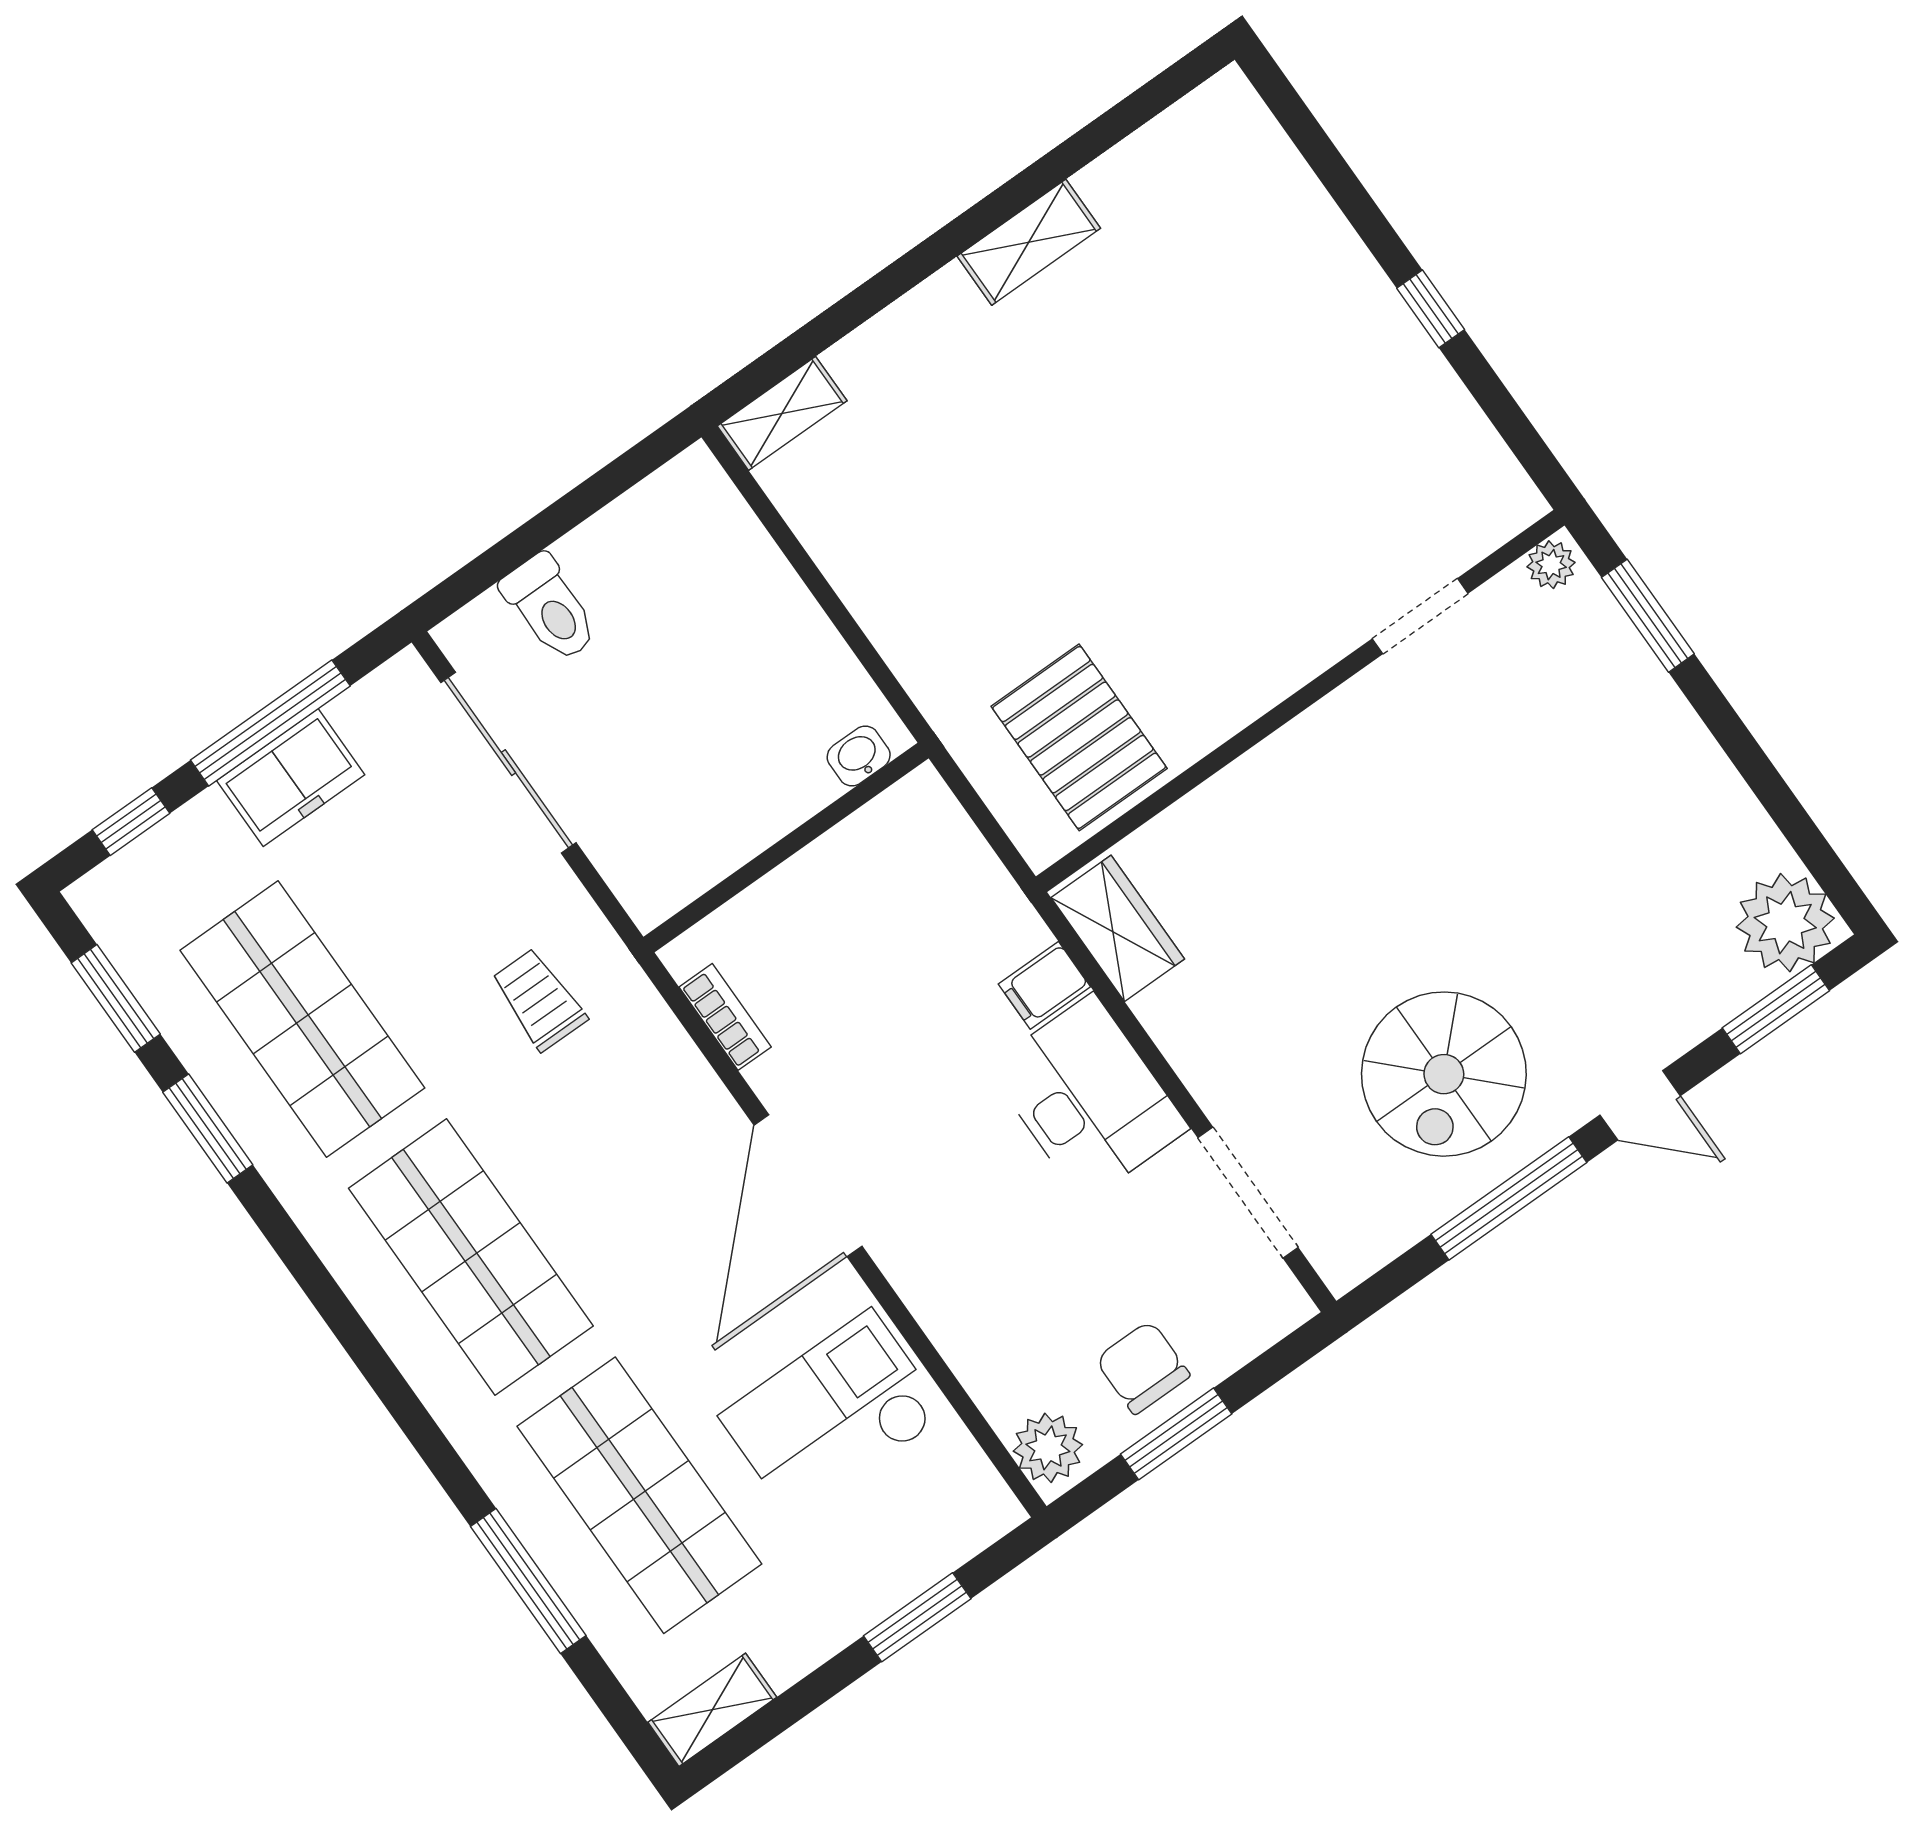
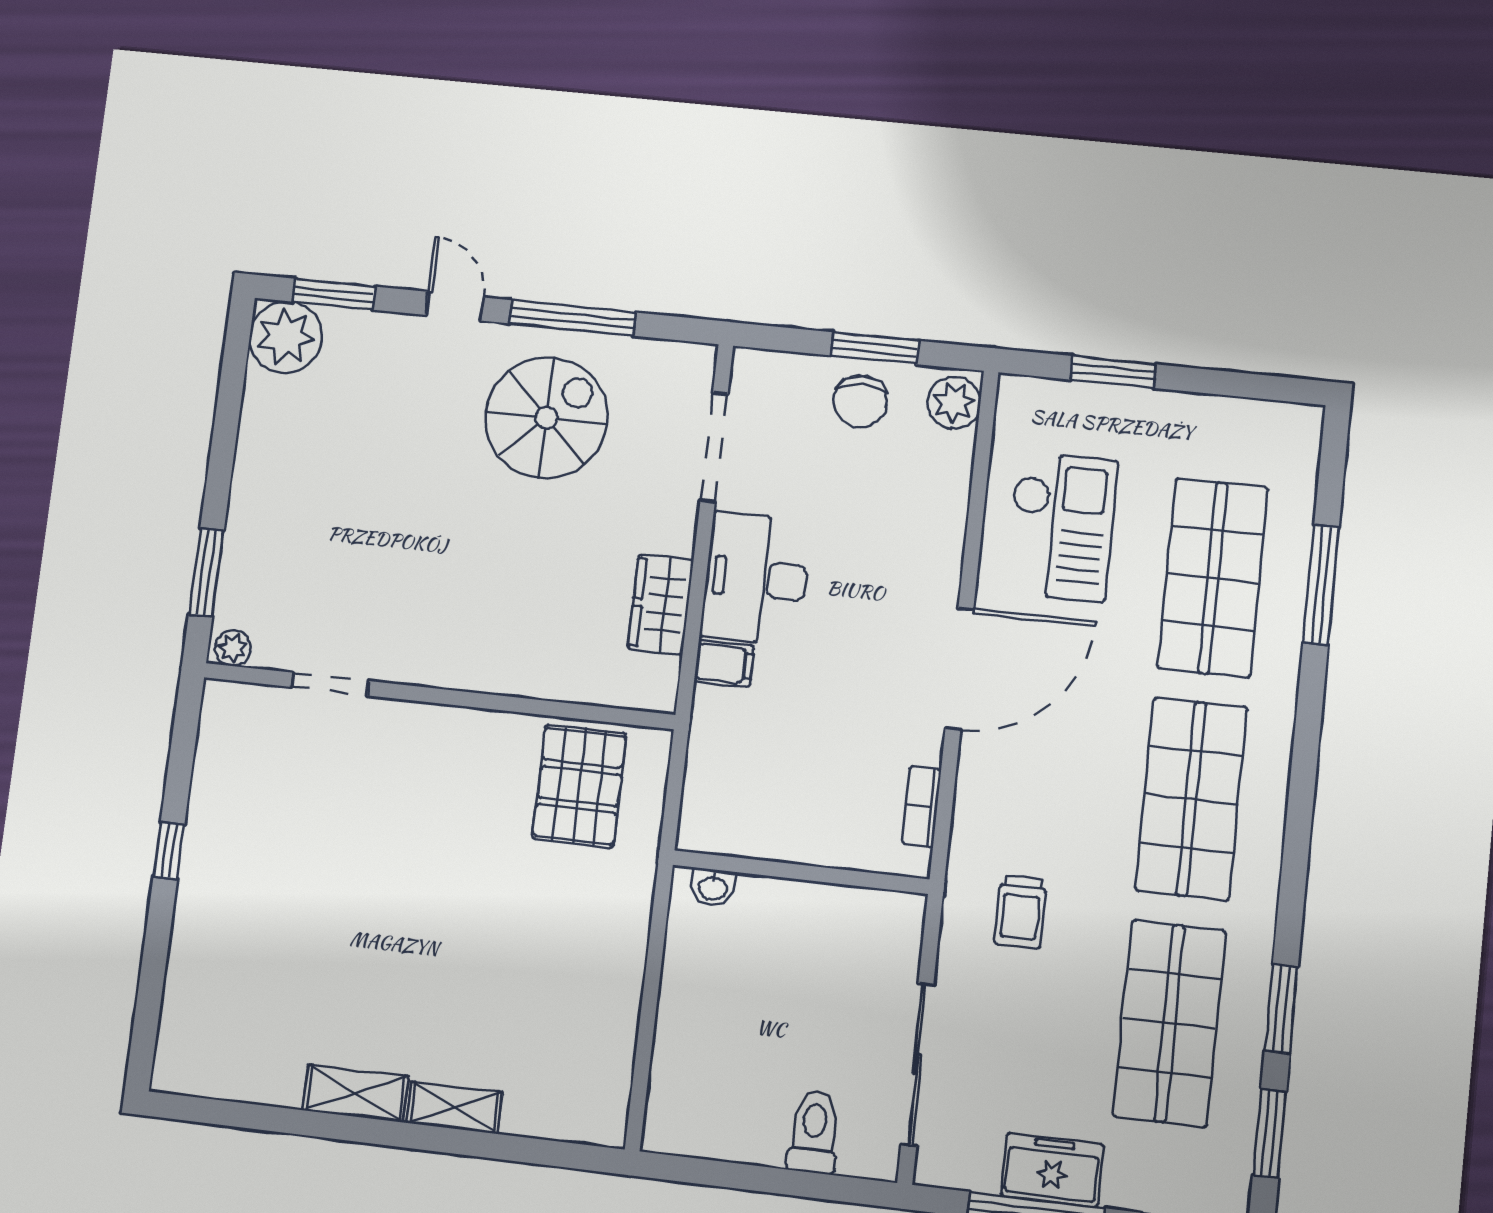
shelving: (782, 413) -> (455, 1108), moved
wardrobe: (1118, 928) -> (661, 605), moved
checkout: (833, 1415) -> (1061, 527), turned -90
shelving: (712, 1710) -> (1278, 421), removed

